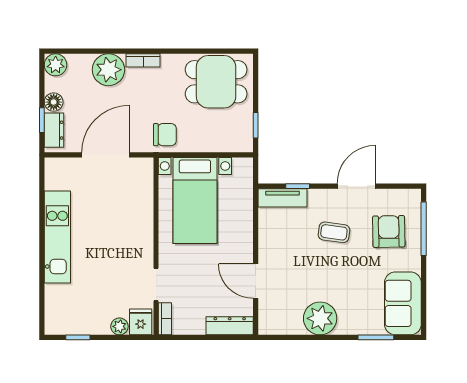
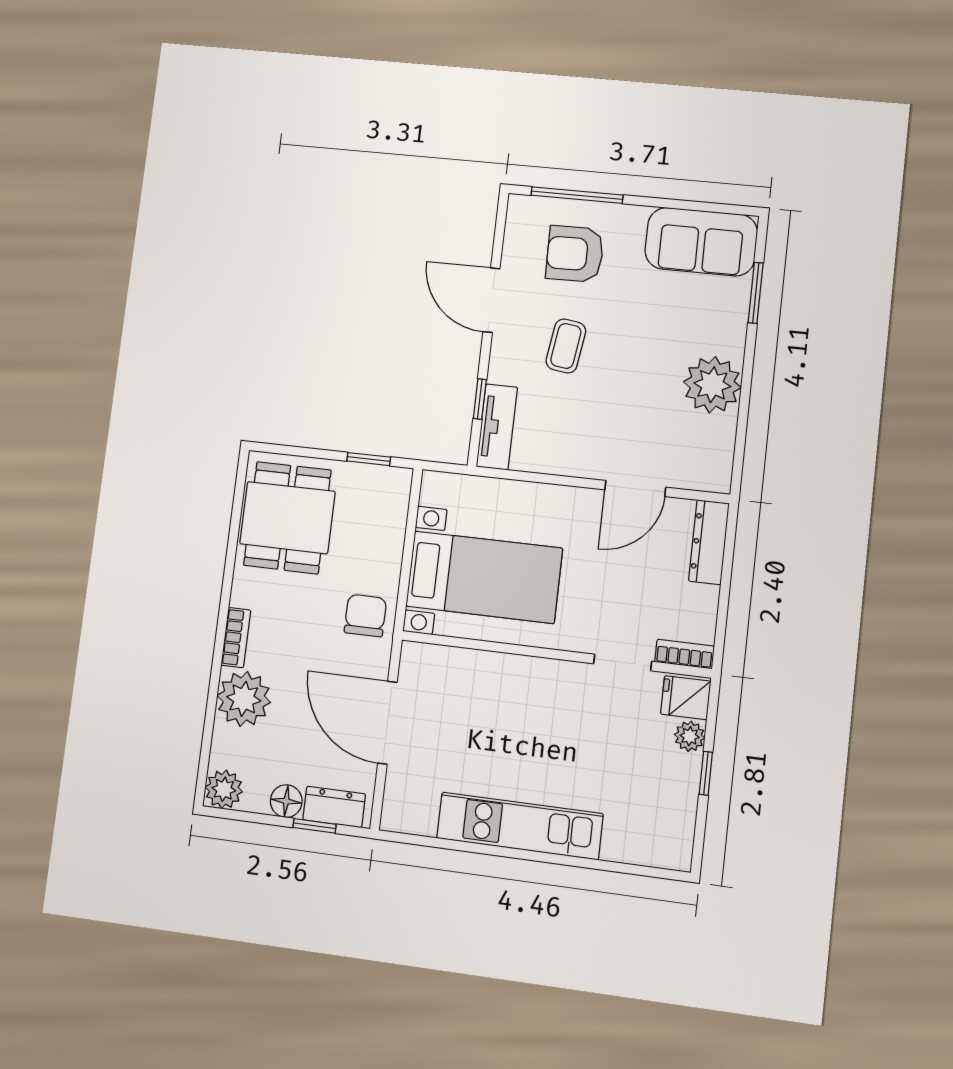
window: (78, 337) -> (706, 773), moved

